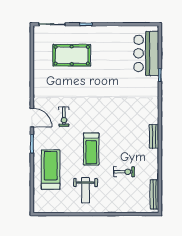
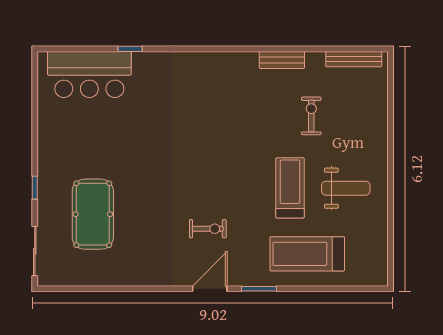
bench: (154, 136) -> (282, 60), moved
treadmill: (91, 149) -> (290, 188), moved, turned -90

